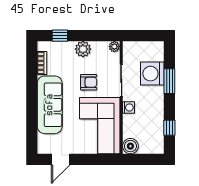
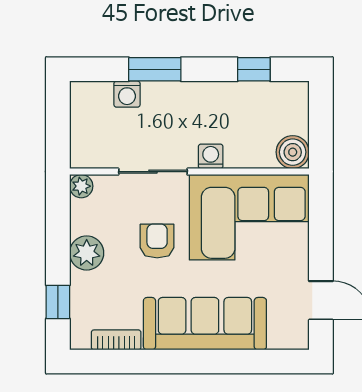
washing machine: (152, 74) -> (127, 94), width x0.53, depth x0.53

